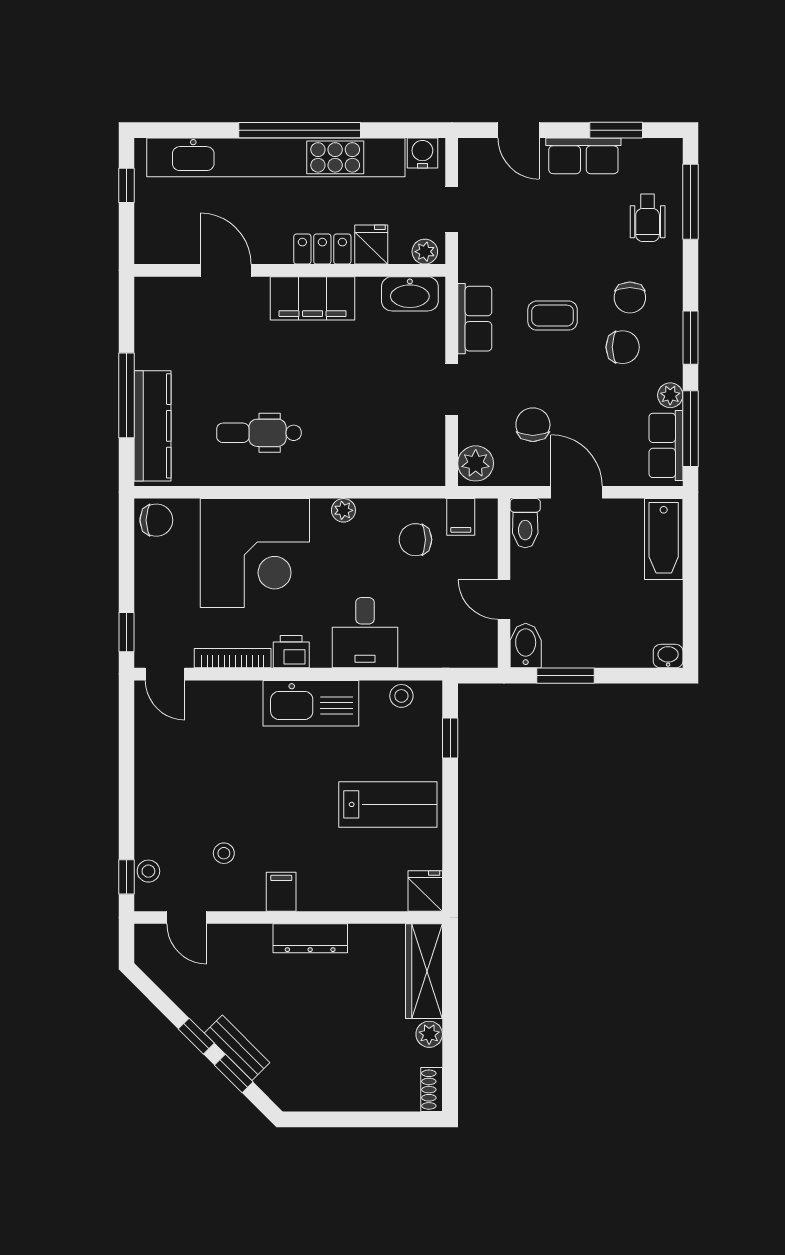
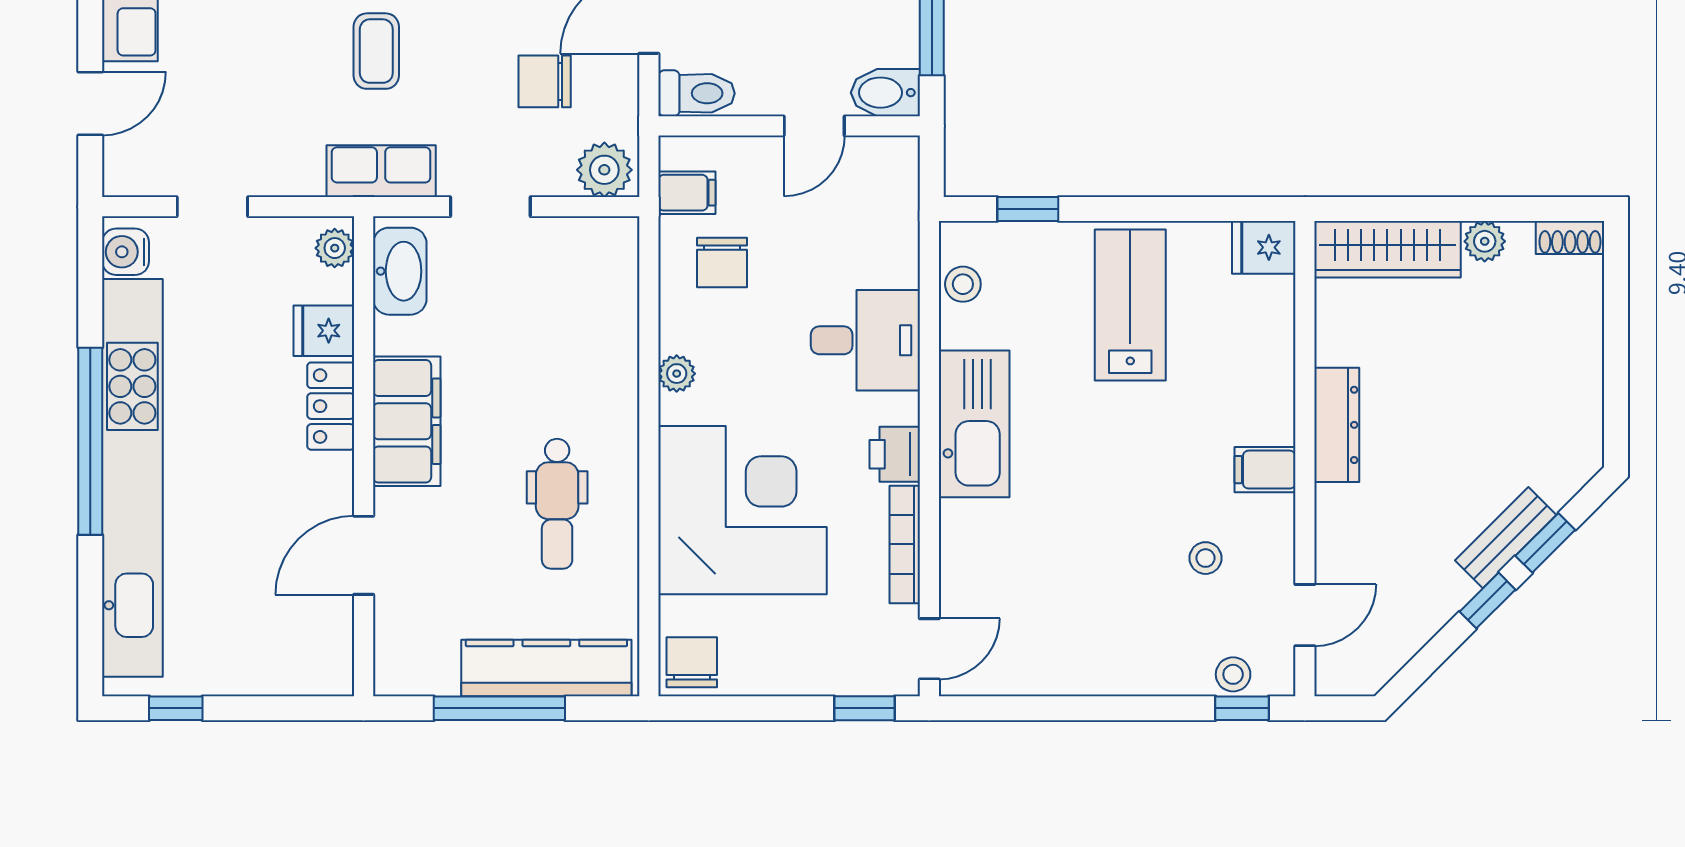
fridge: (371, 245) -> (324, 331), moved
locker: (322, 249) -> (331, 406), moved
plant: (425, 252) -> (335, 248), moved
door: (226, 270) -> (364, 555), moved
wall: (290, 270) -> (364, 456), moved
washbasin: (410, 294) -> (400, 271), moved
filing cabinet: (313, 298) -> (407, 421), moved

